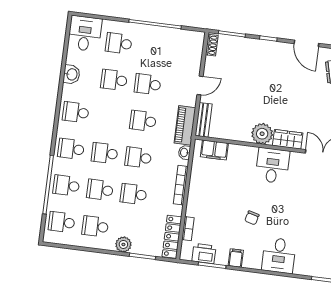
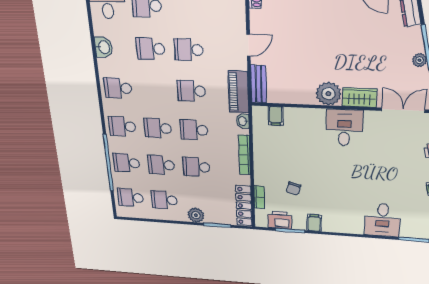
filing cabinet: (214, 150) -> (276, 116), width x0.50
chair: (252, 218) -> (293, 189), moved
desk: (279, 255) -> (383, 220), moved

